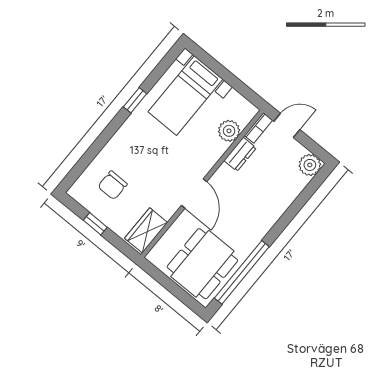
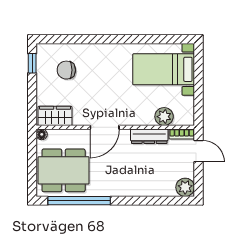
window: (135, 100) -> (134, 39), removed
dresser: (240, 154) -> (149, 136), width x1.44
window: (95, 224) -> (32, 63), moved
floor lamp: (153, 257) -> (42, 134), added

